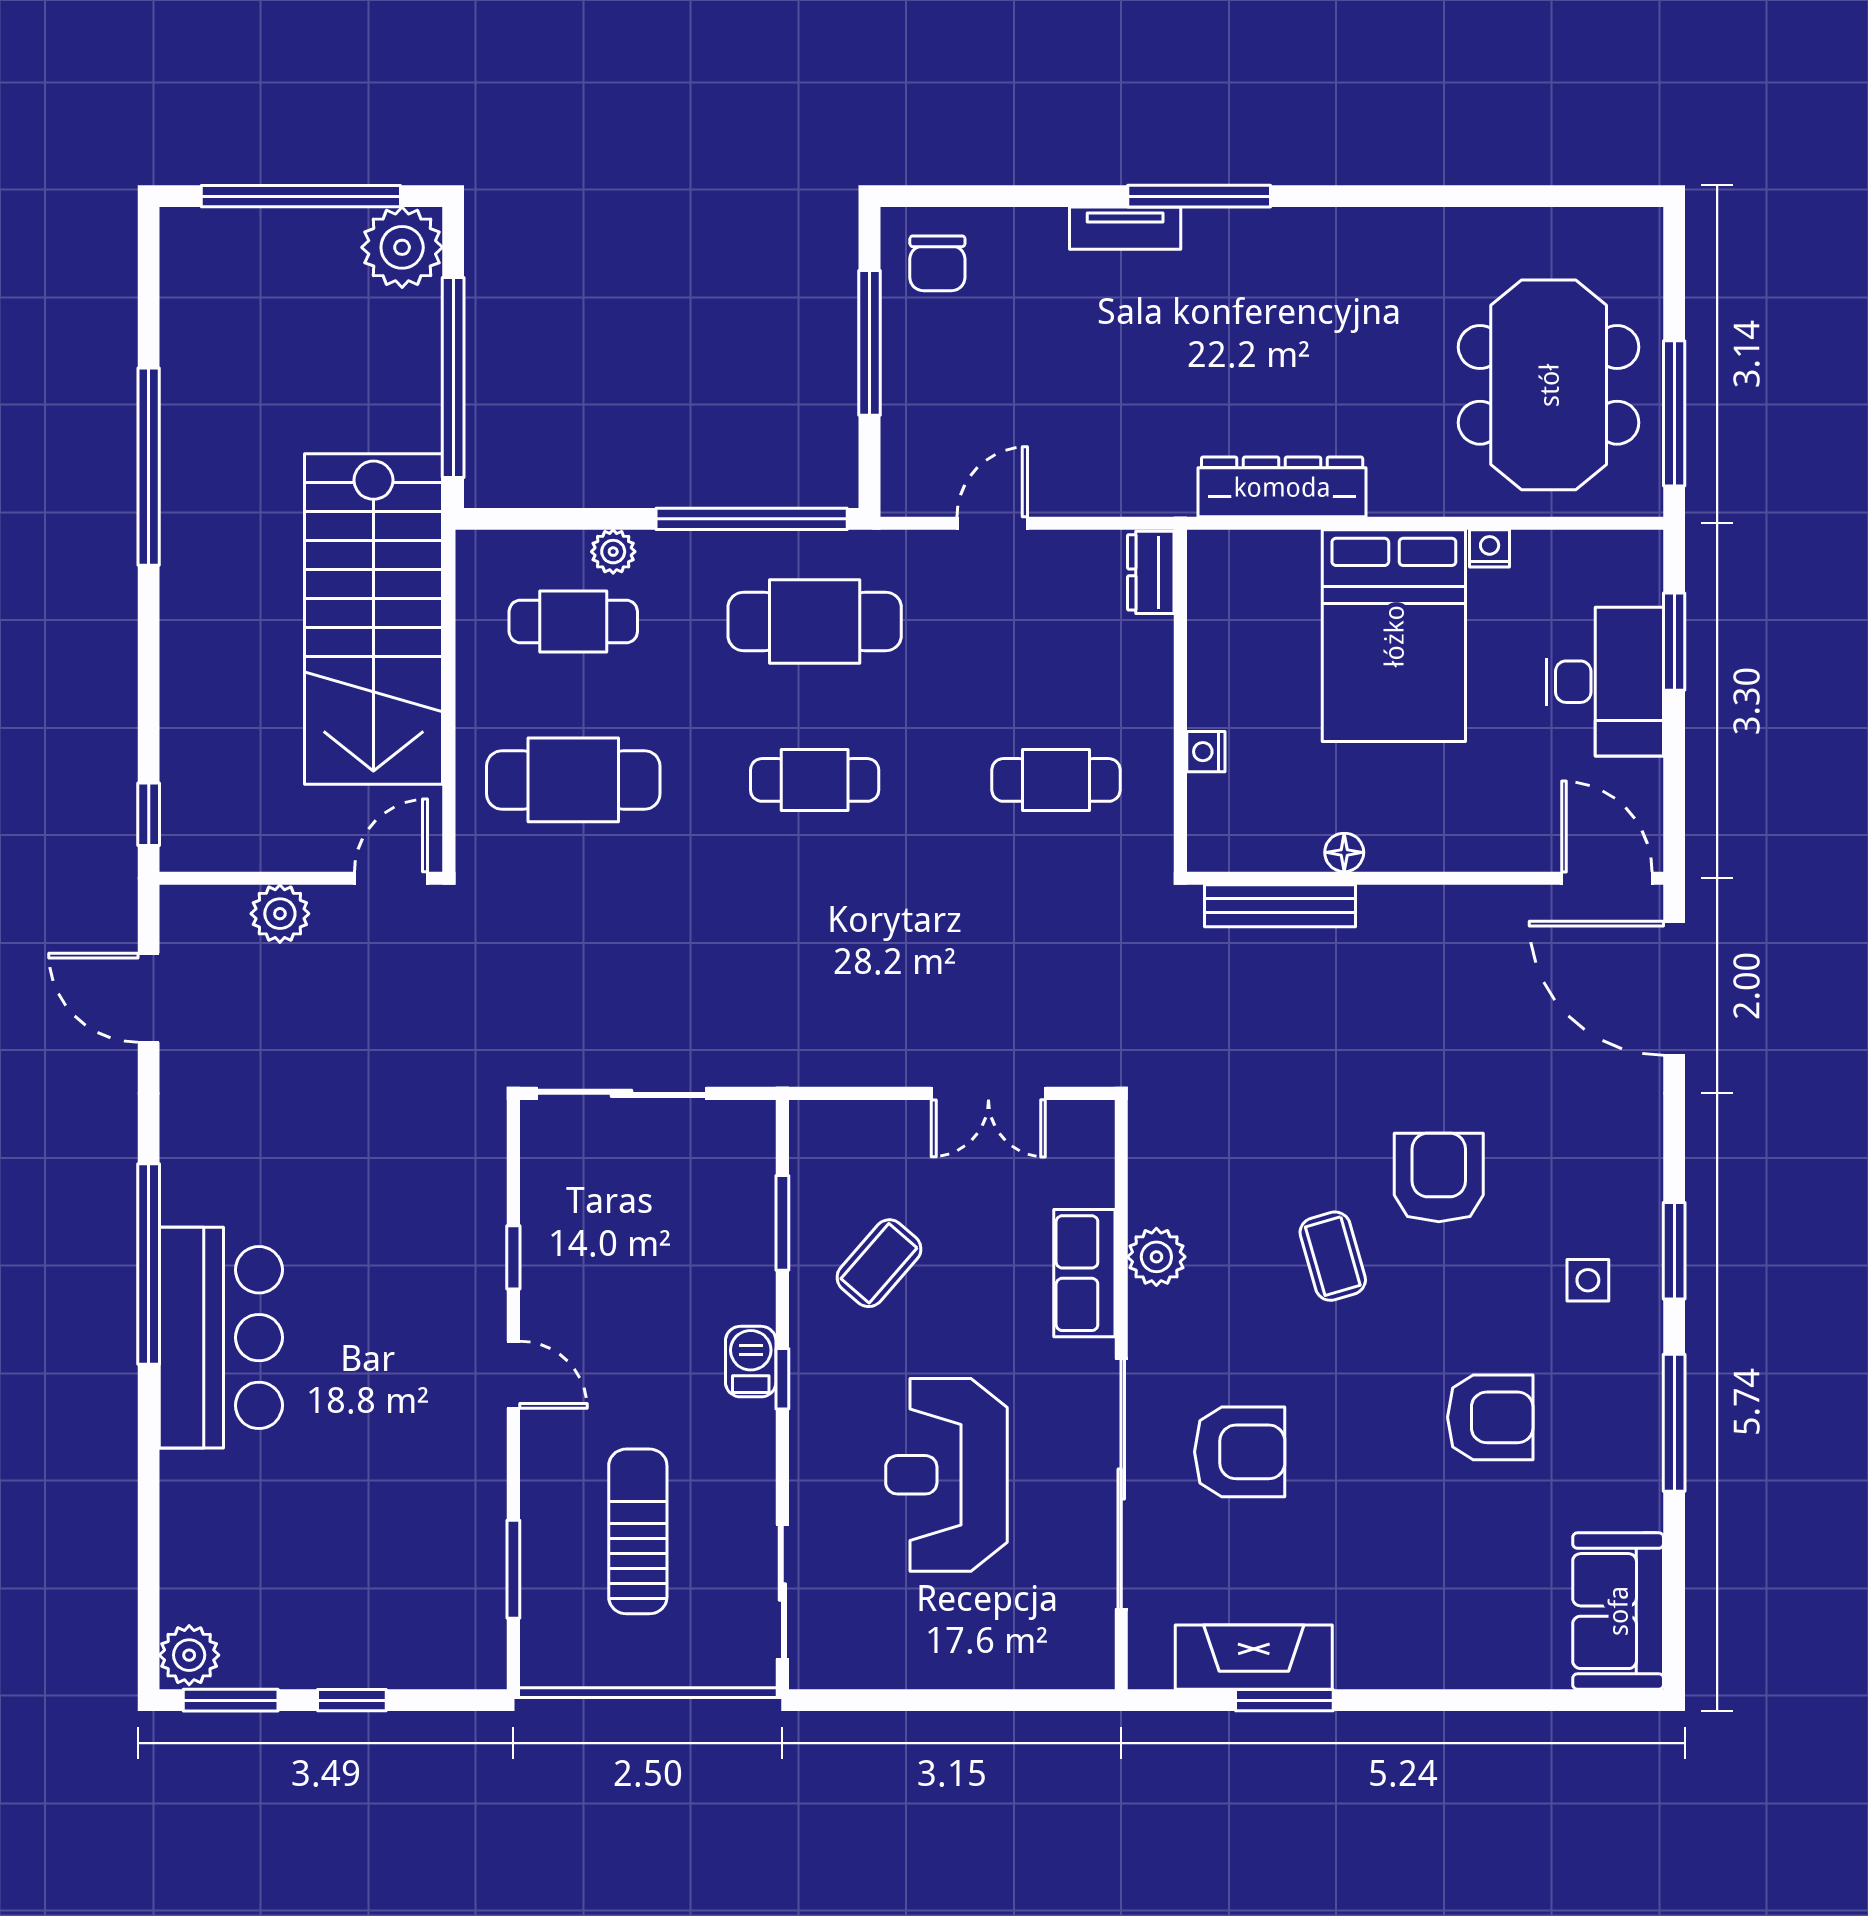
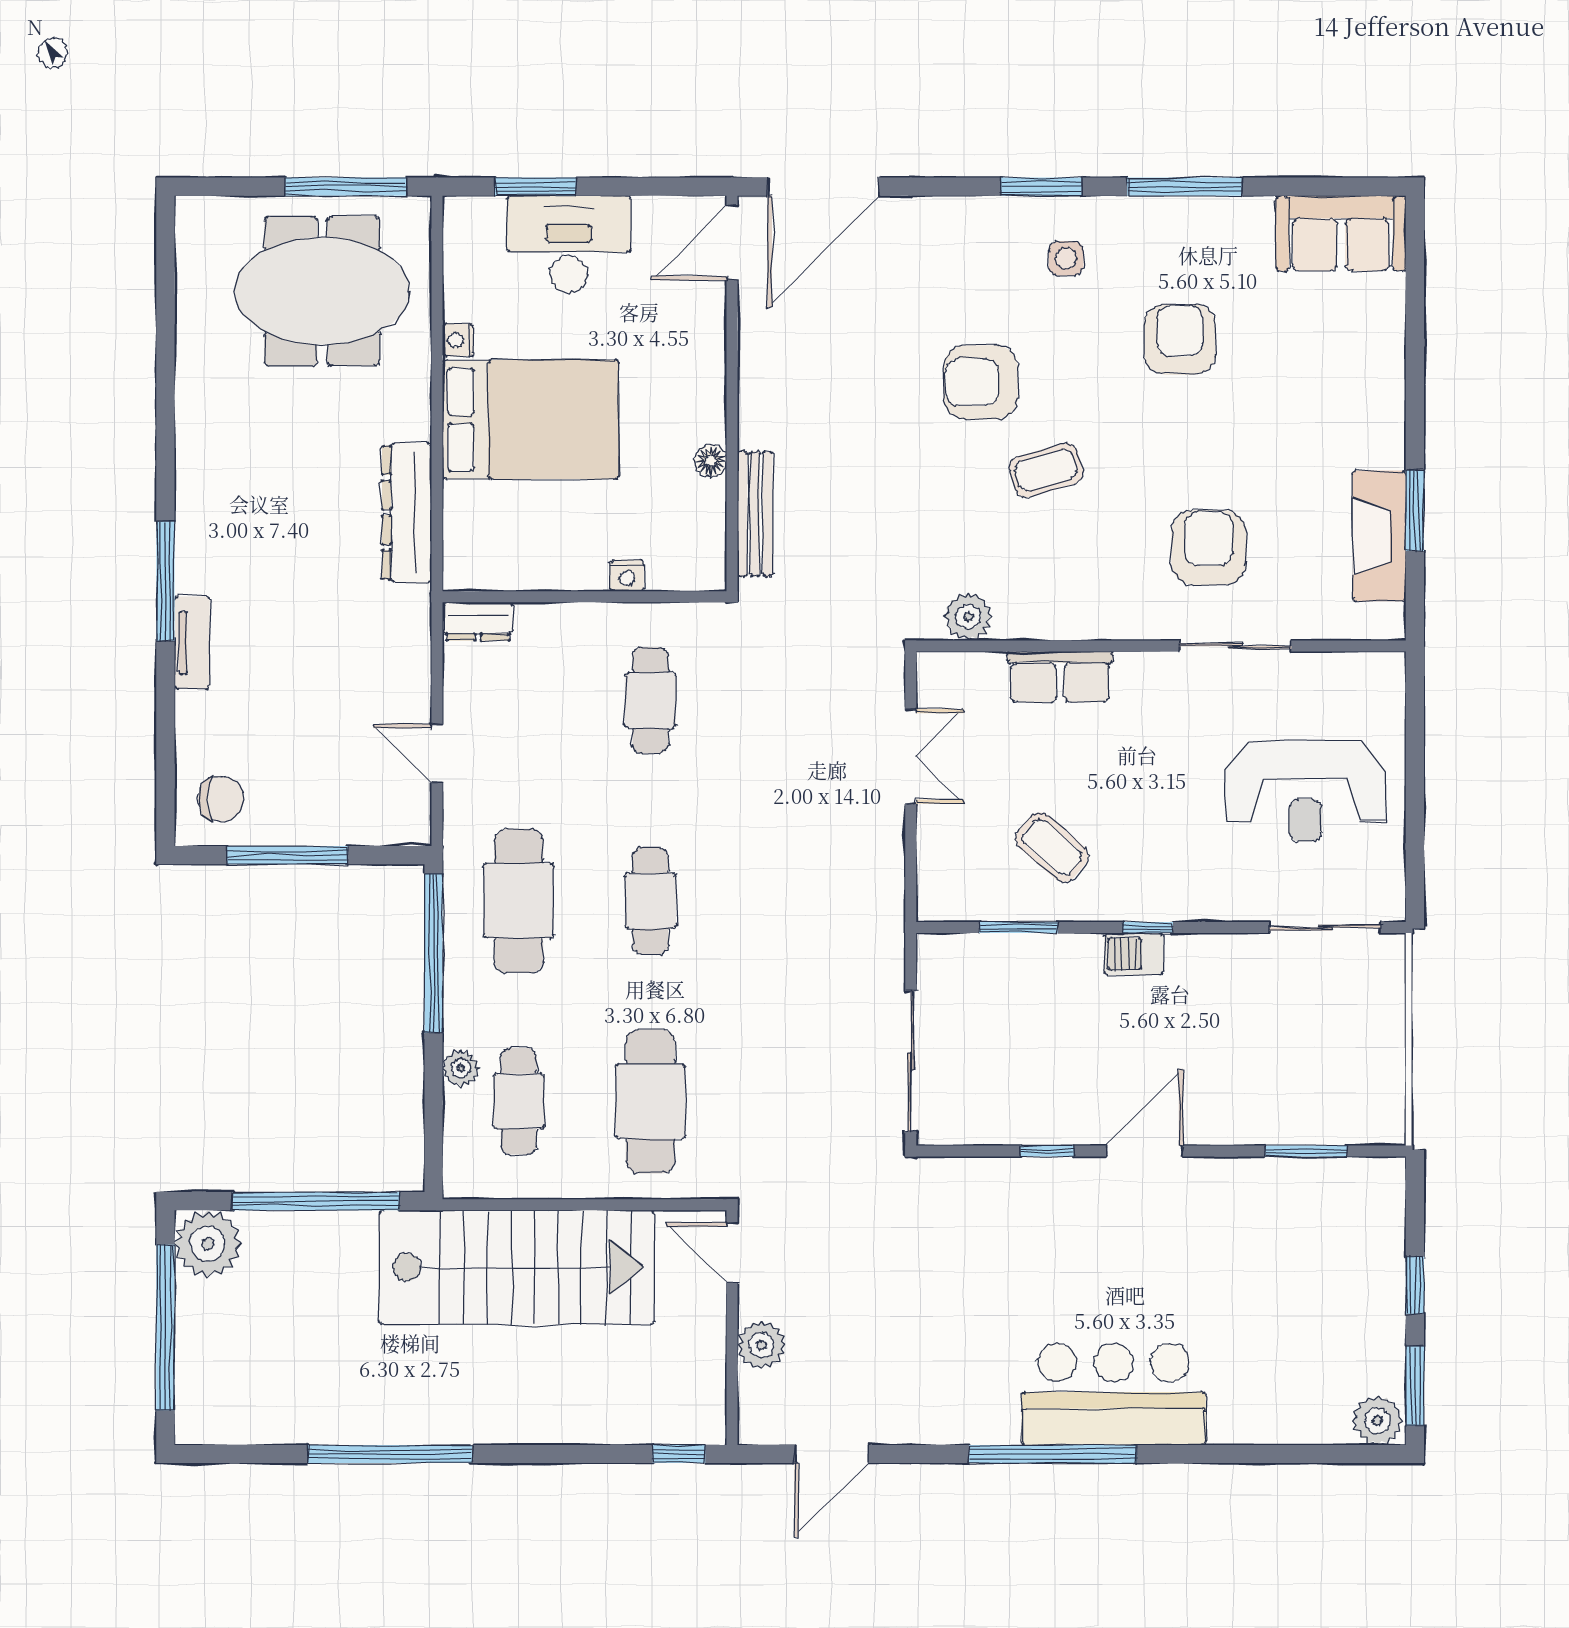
plant: (1156, 1257) -> (968, 617), moved
door: (513, 1375) -> (1145, 1151), width x1.37
reception desk: (947, 1475) -> (1305, 791), moved
sliding door: (1121, 1484) -> (1235, 646), width x0.54
sun lounger: (638, 1531) -> (1275, 1048), removed

